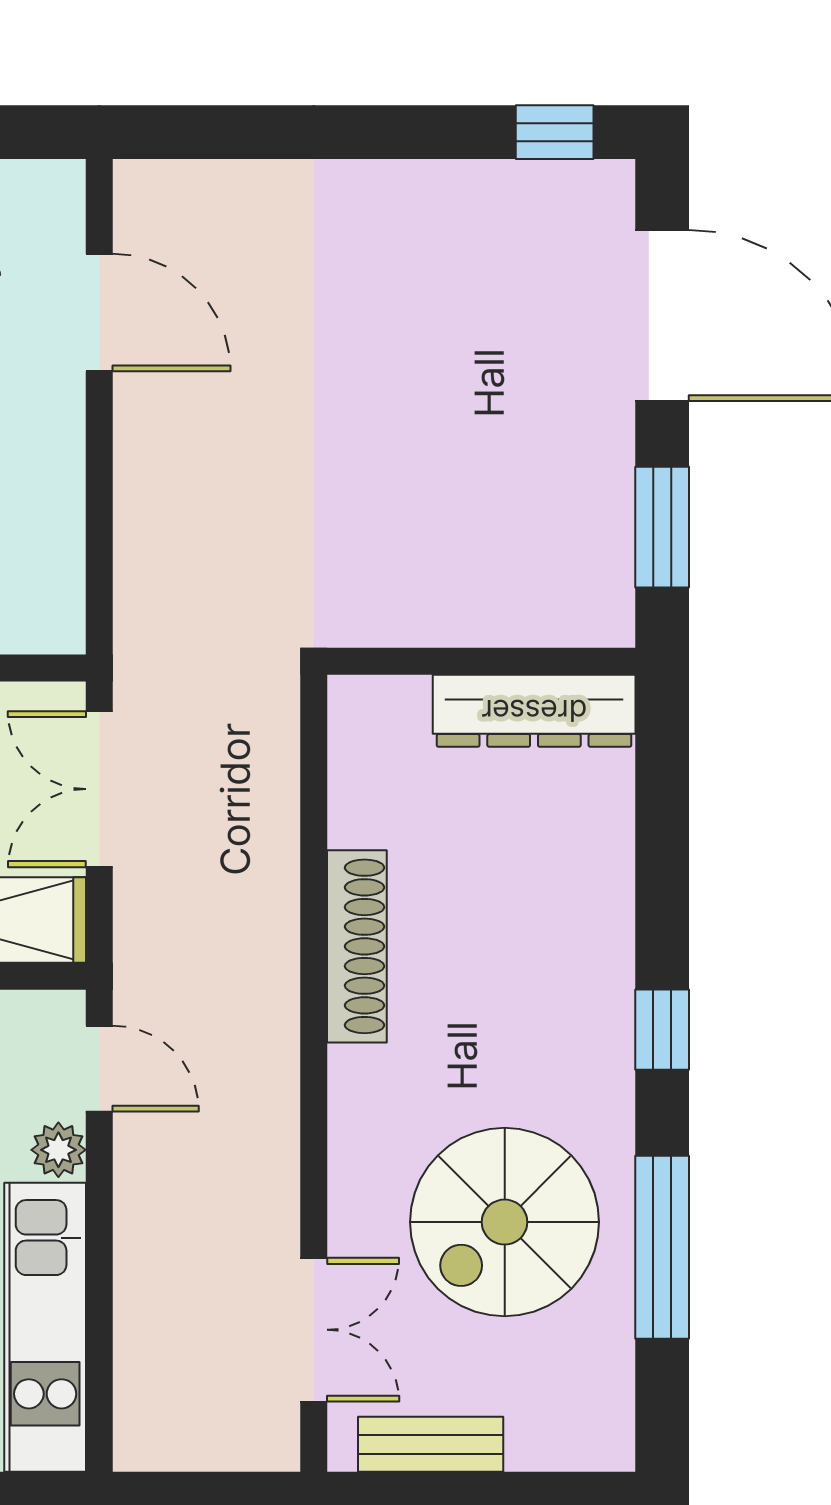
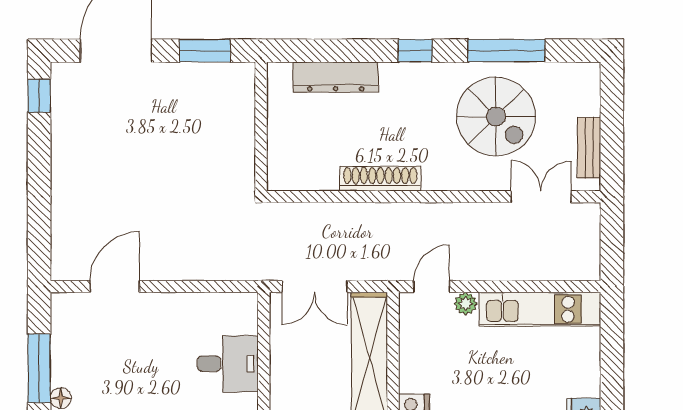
dresser: (534, 711) -> (336, 77), moved, turned 90

